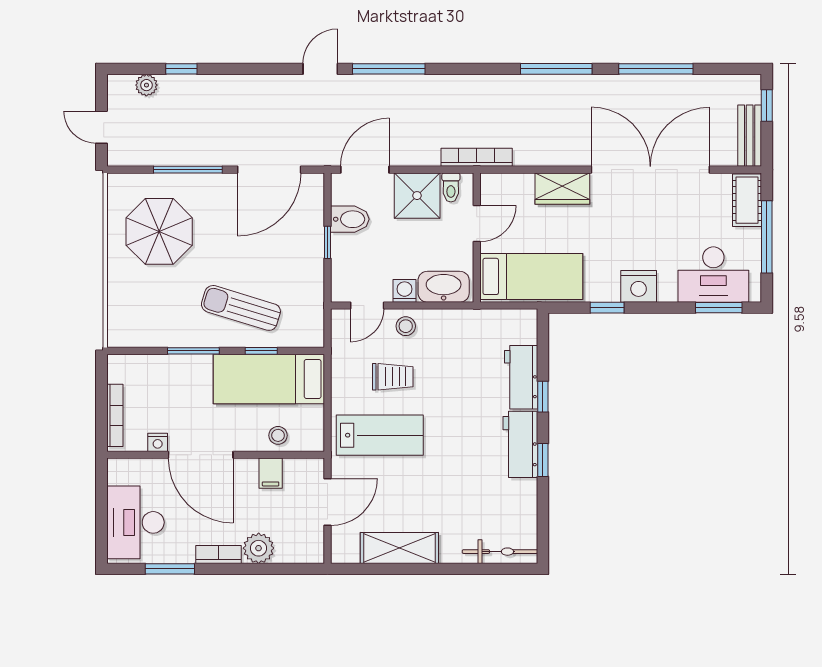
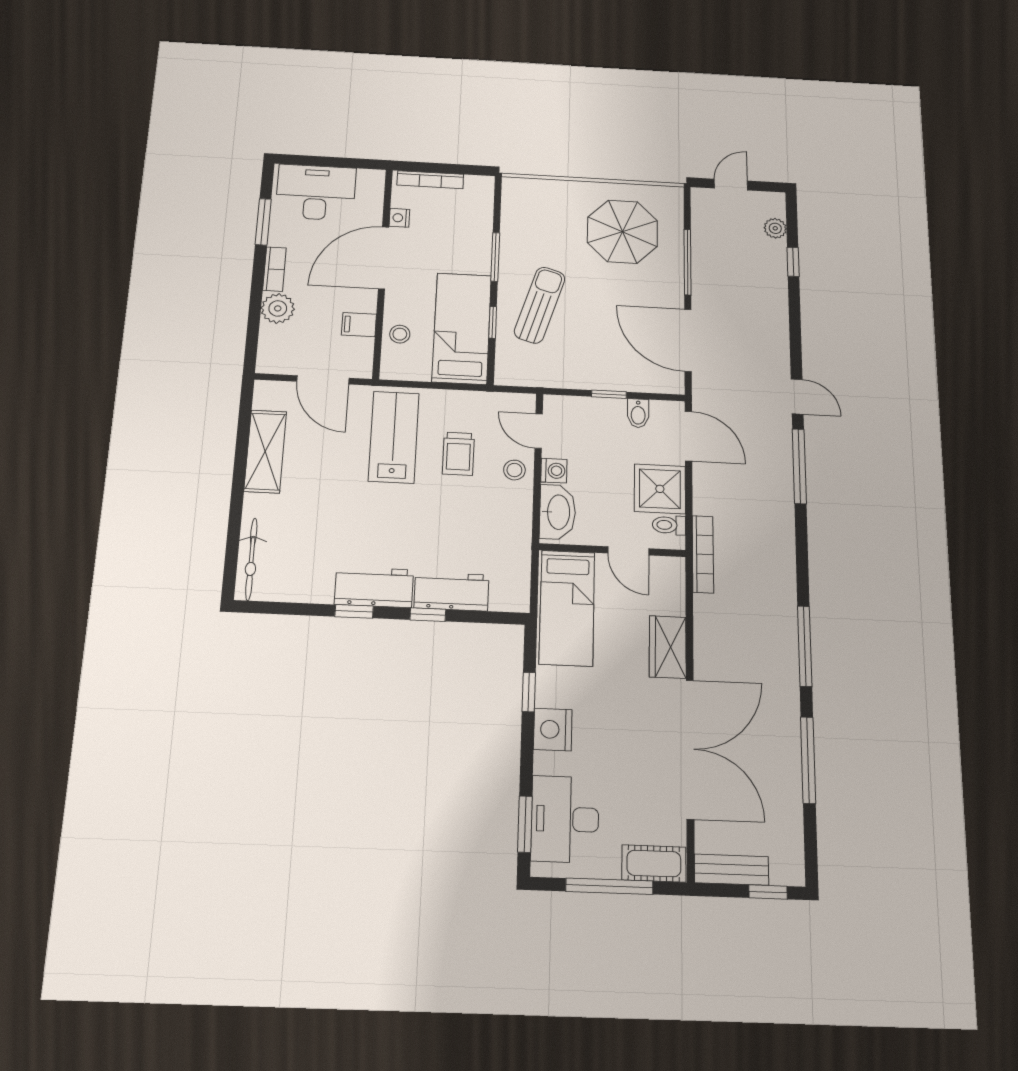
bidet: (350, 219) -> (638, 413), width x0.72, depth x0.74
lab bench: (380, 435) -> (394, 437), turned 180

